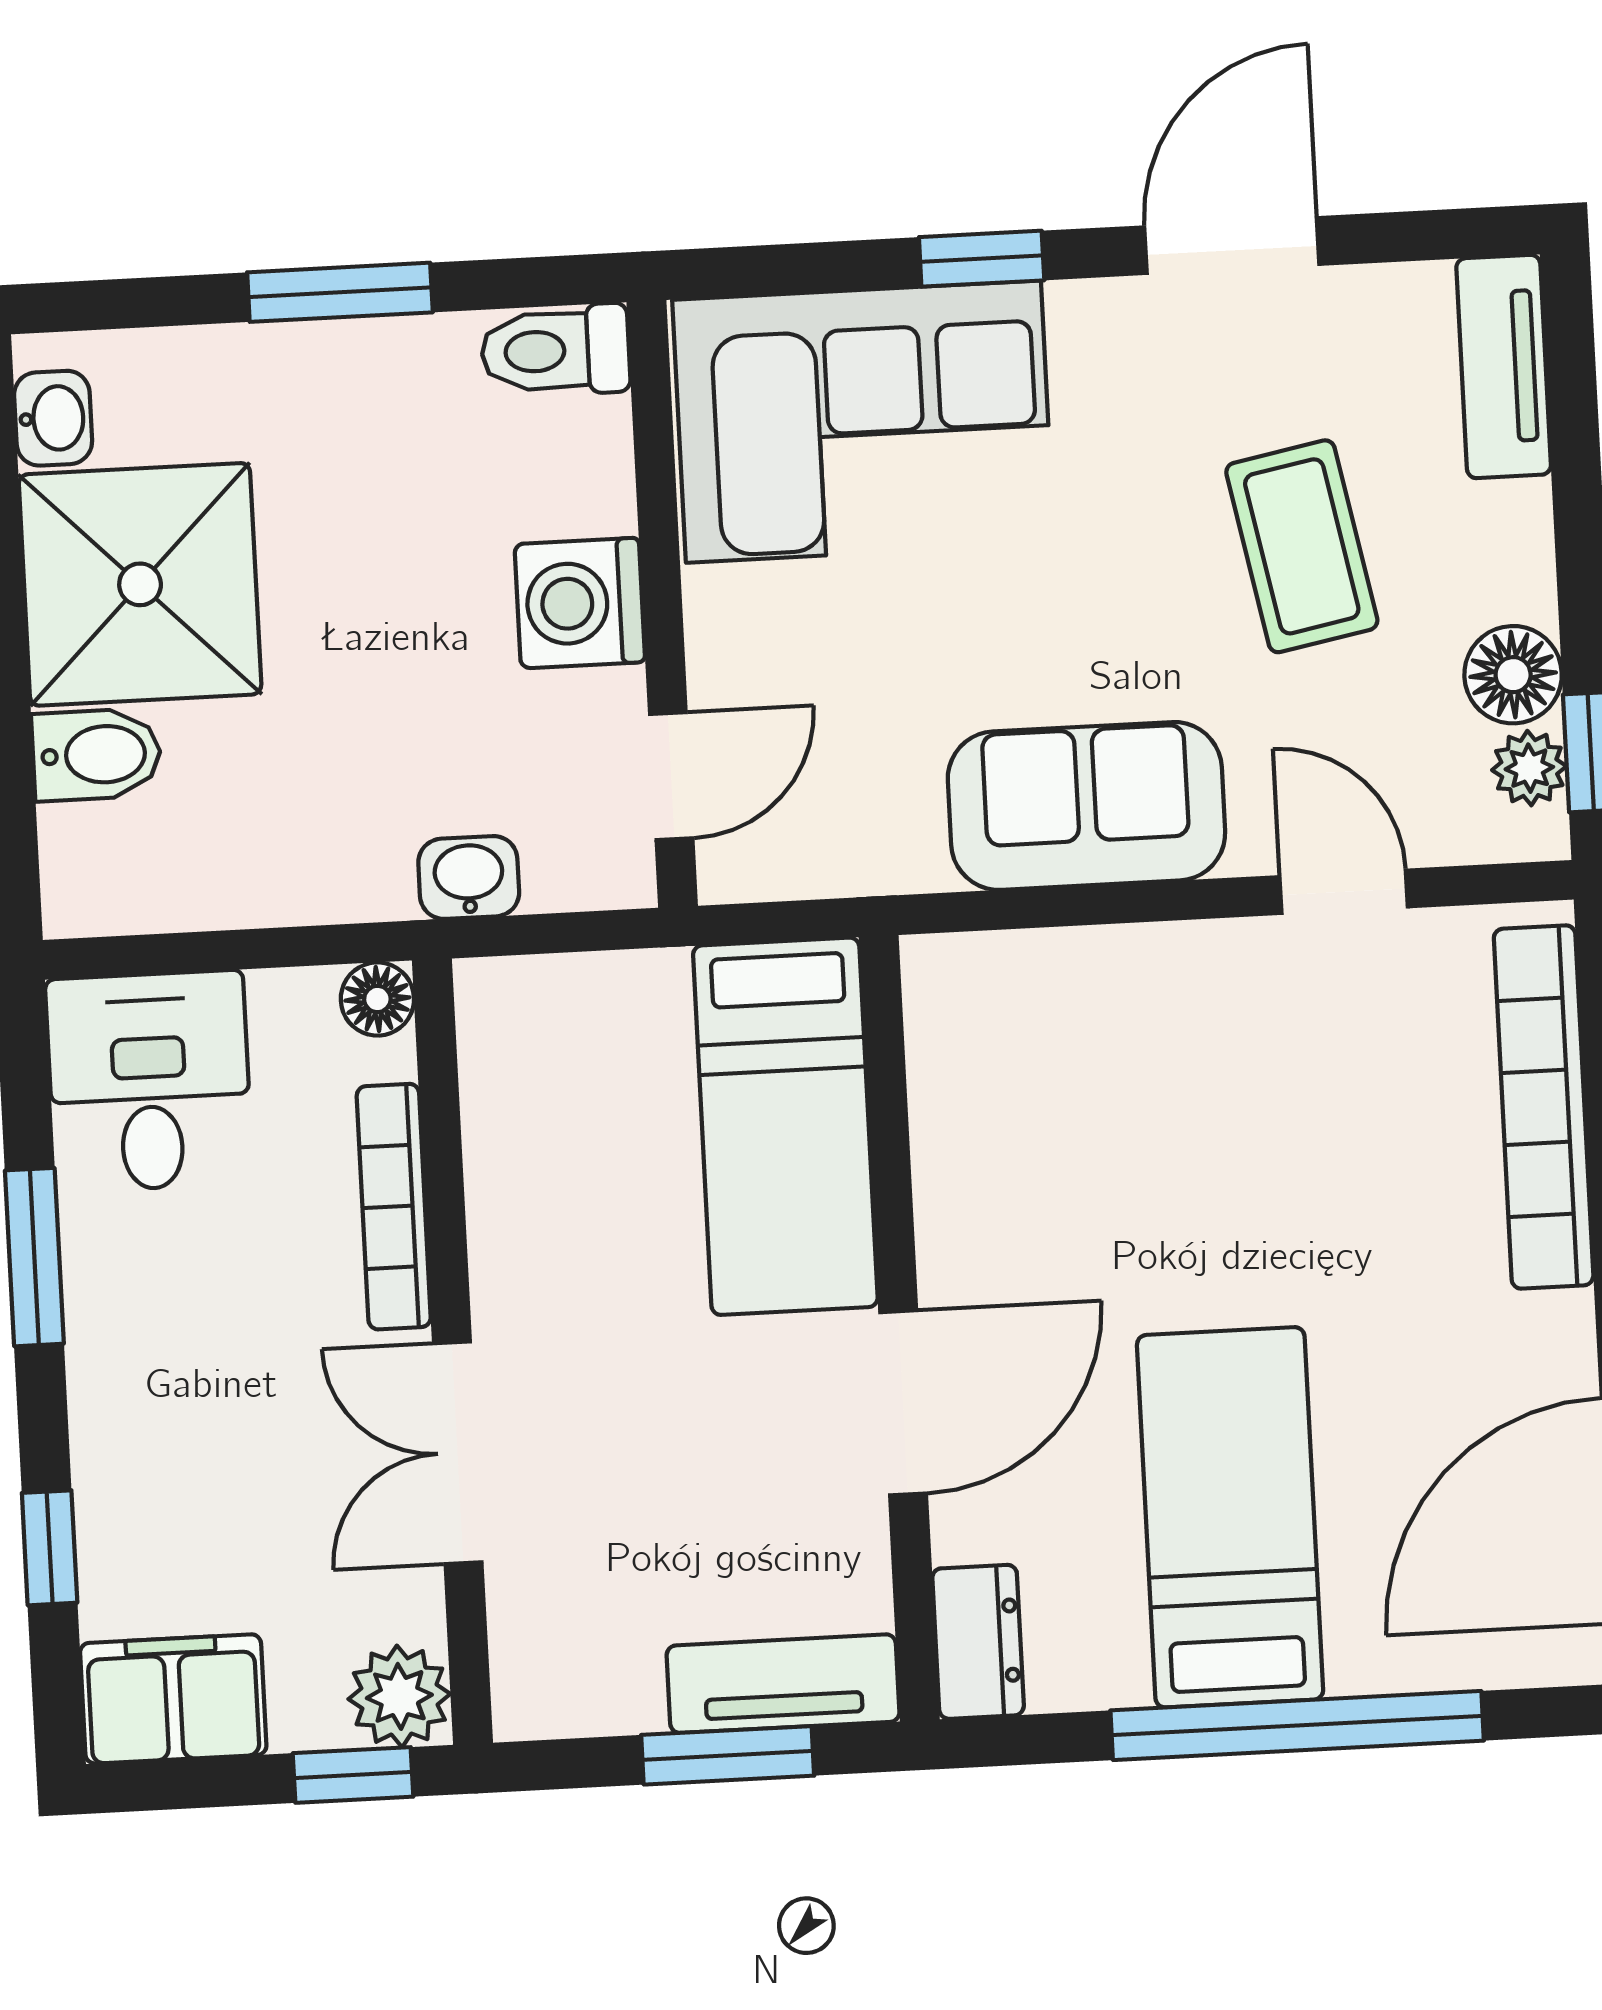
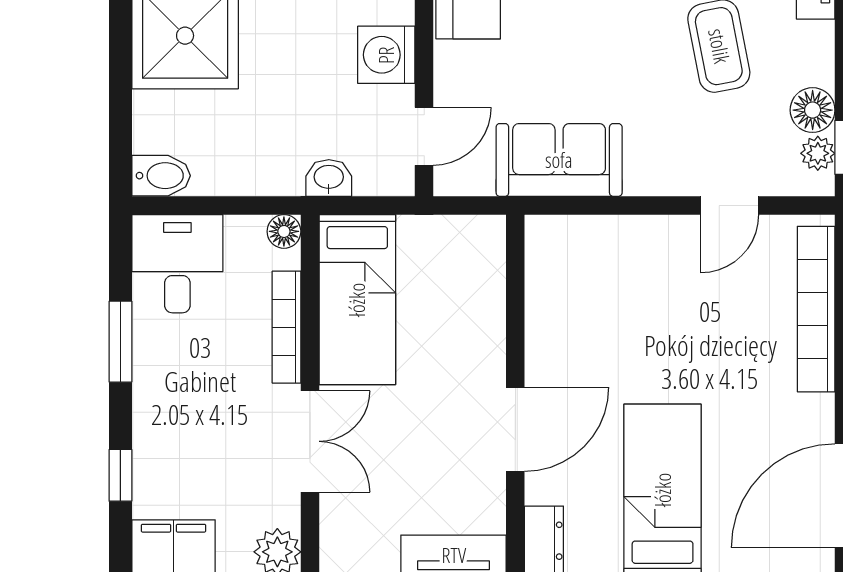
bidet: (97, 755) -> (161, 176), moved
sofa: (1086, 806) -> (559, 160), moved
door: (1344, 892) -> (730, 206), swing flipped
bed: (785, 1126) -> (357, 300), moved
double door: (458, 1453) -> (310, 441), swing flipped

